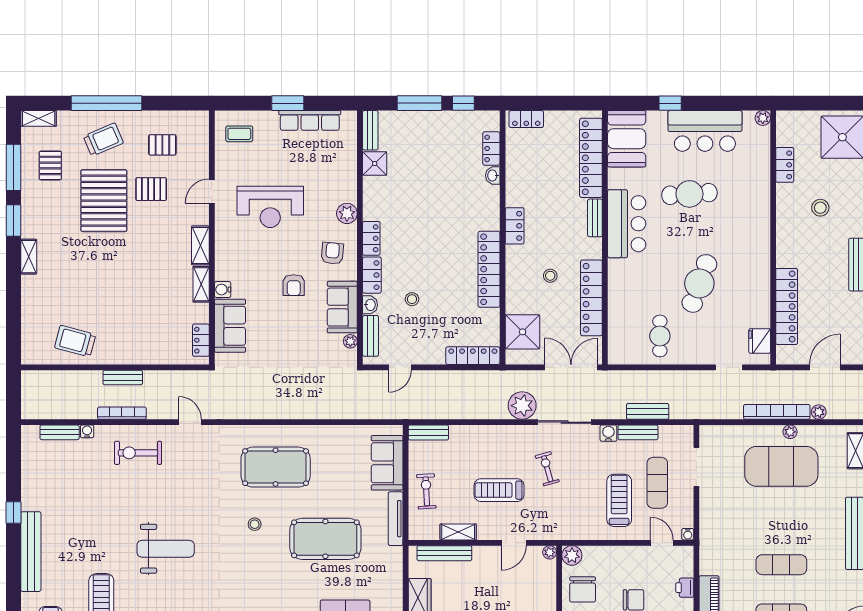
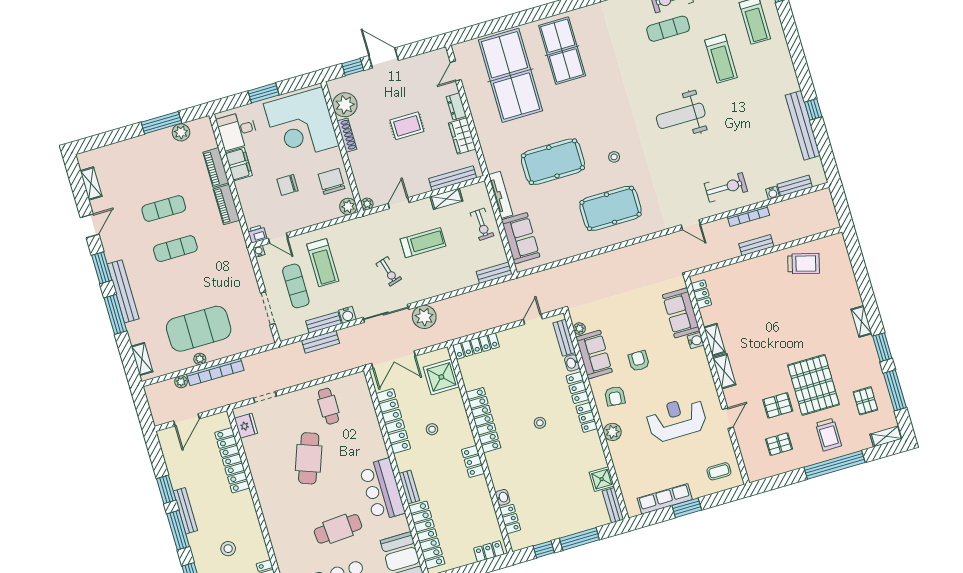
trolley: (103, 140) -> (828, 434), turned -67
stool: (412, 299) -> (540, 423), moved
bench: (31, 552) -> (803, 125), moved
printer: (685, 588) -> (257, 234), moved, turned -90

